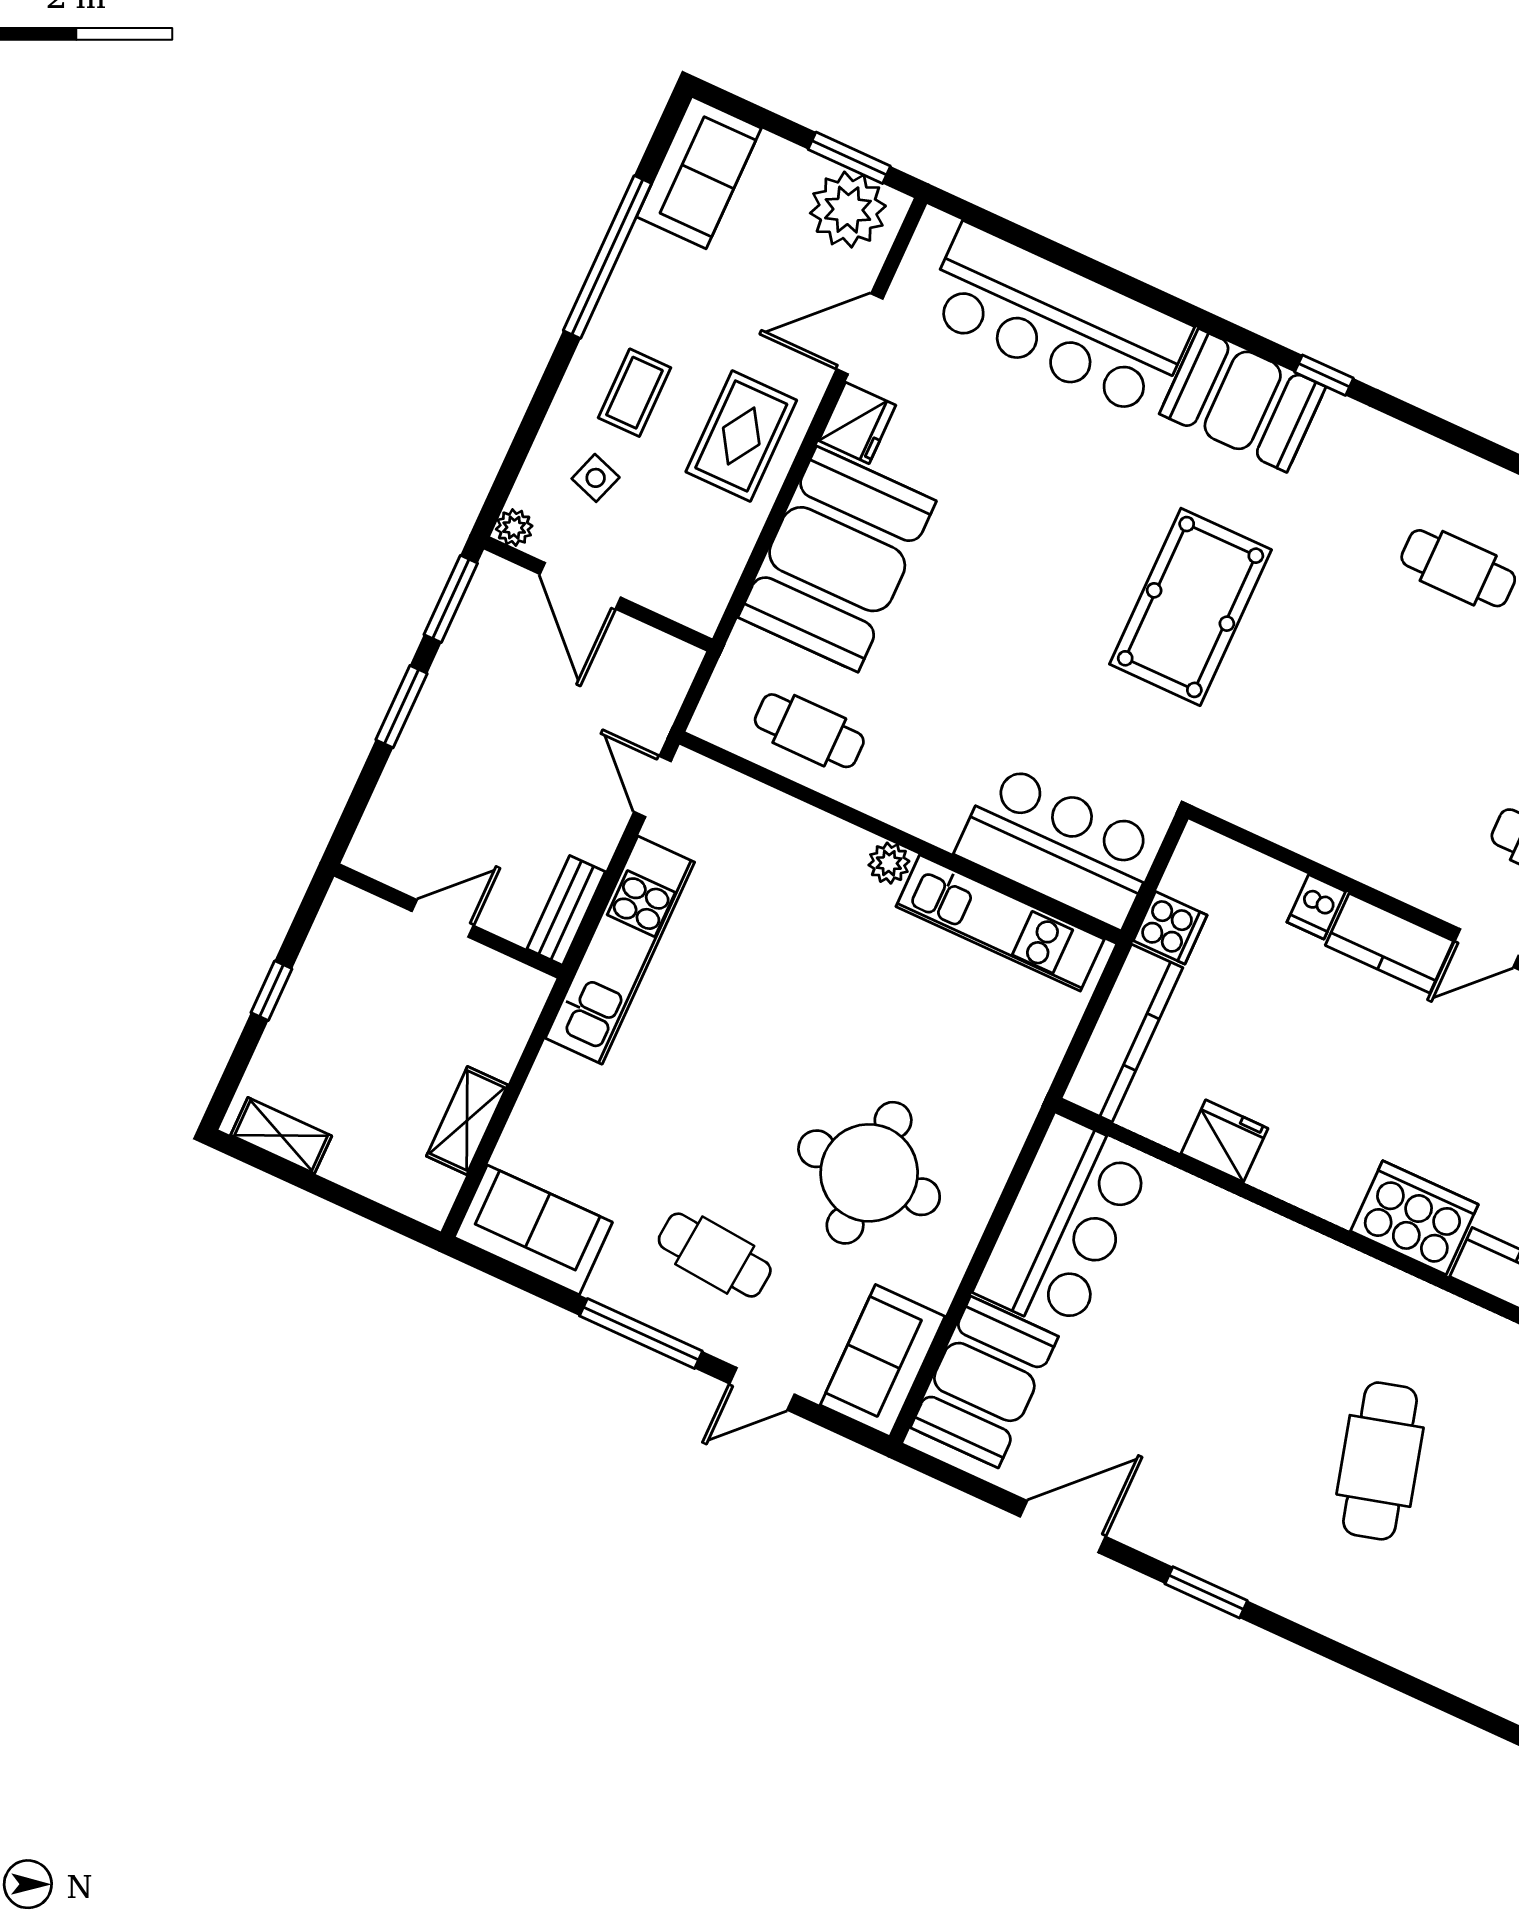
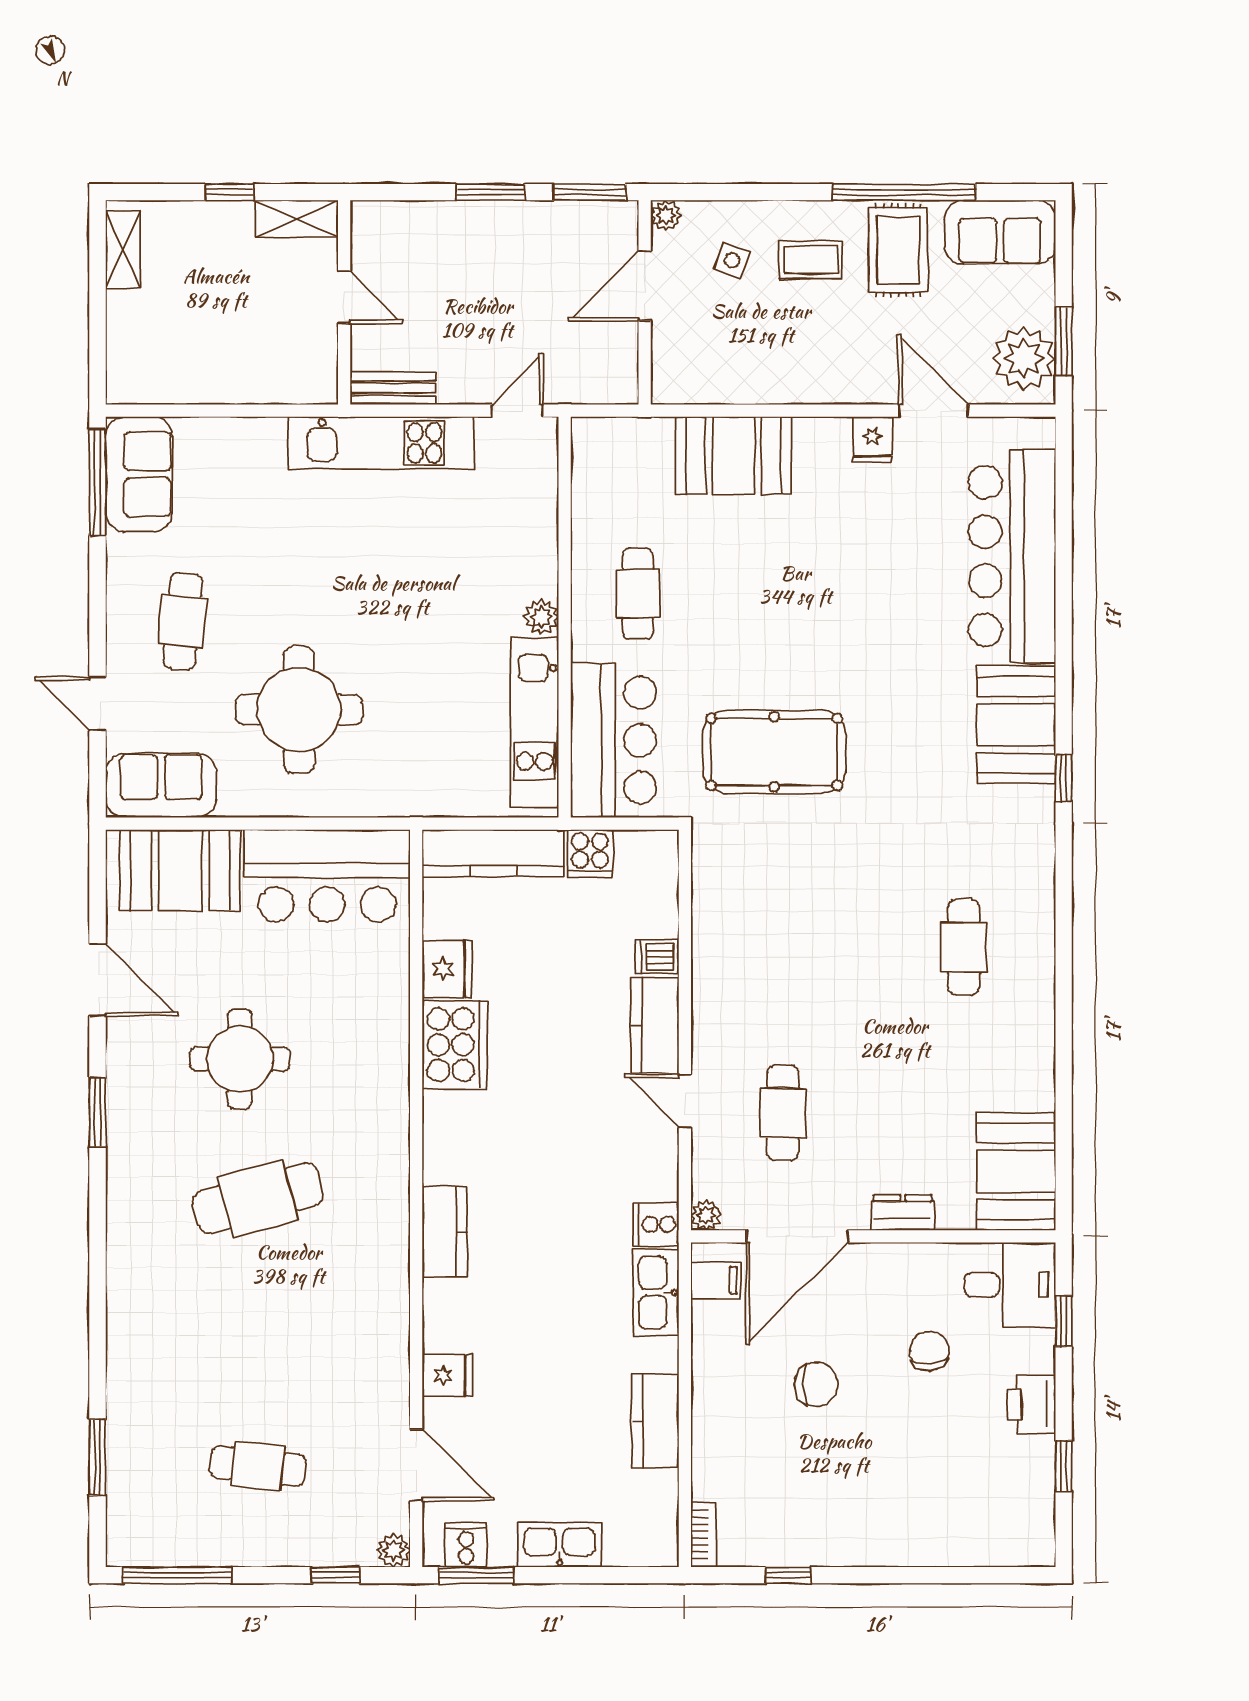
fridge: (857, 423) -> (872, 440), width x0.72
rug: (741, 436) -> (898, 250), moved, turned 90
booth: (837, 559) -> (733, 455), width x0.73, depth x0.70
pool table: (1191, 607) -> (774, 752), moved
cafe table: (809, 731) -> (638, 594), moved
shelving: (467, 1120) -> (297, 219), moved
cooker: (1414, 1218) -> (455, 1045), moved
window: (641, 1334) -> (97, 482), moved
round table: (1219, 1411) -> (240, 1059), added

